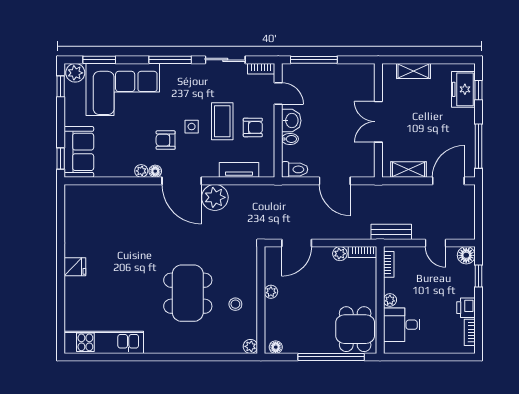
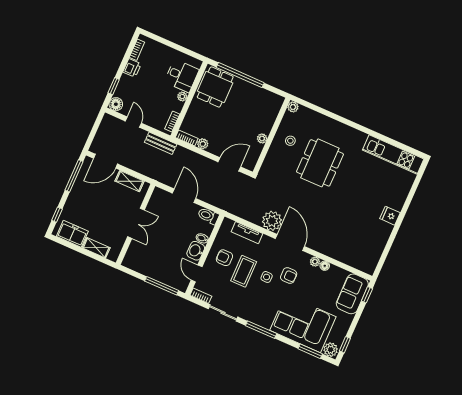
freezer: (463, 89) -> (72, 234), moved, turned -90
floor lamp: (155, 171) -> (325, 266), moved
floor lamp: (276, 347) -> (276, 99), removed

